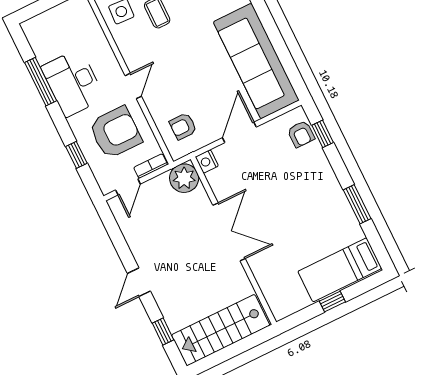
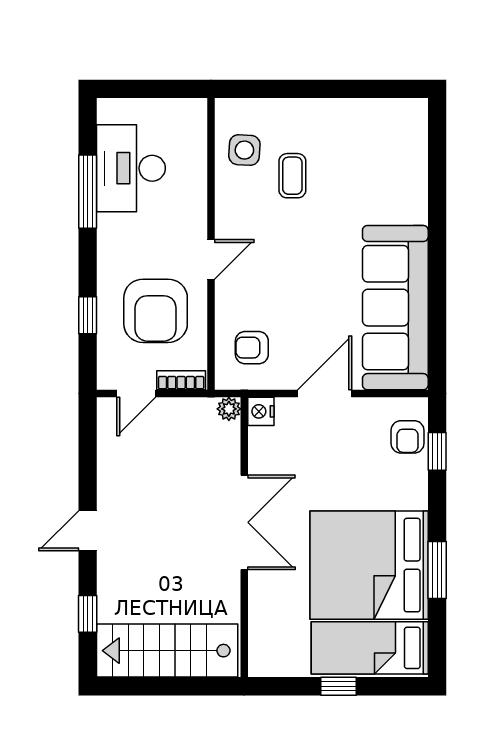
desk: (73, 83) -> (131, 168), moved
armchair: (115, 132) -> (156, 311), turned 90
plant: (184, 178) -> (229, 409), width x0.53, depth x0.53
bed: (315, 221) -> (369, 565), added

